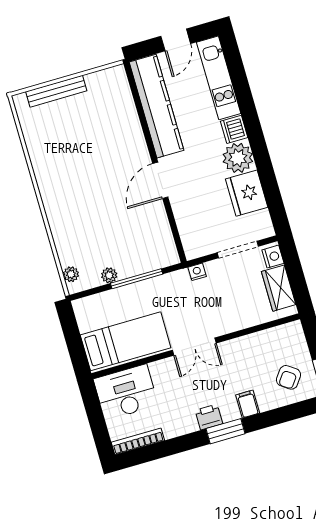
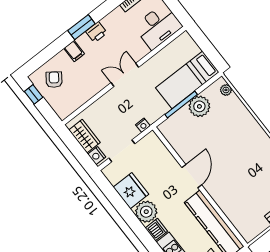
plant: (109, 275) -> (199, 106), width x1.87, depth x1.87
bed: (126, 341) -> (187, 80), moved

